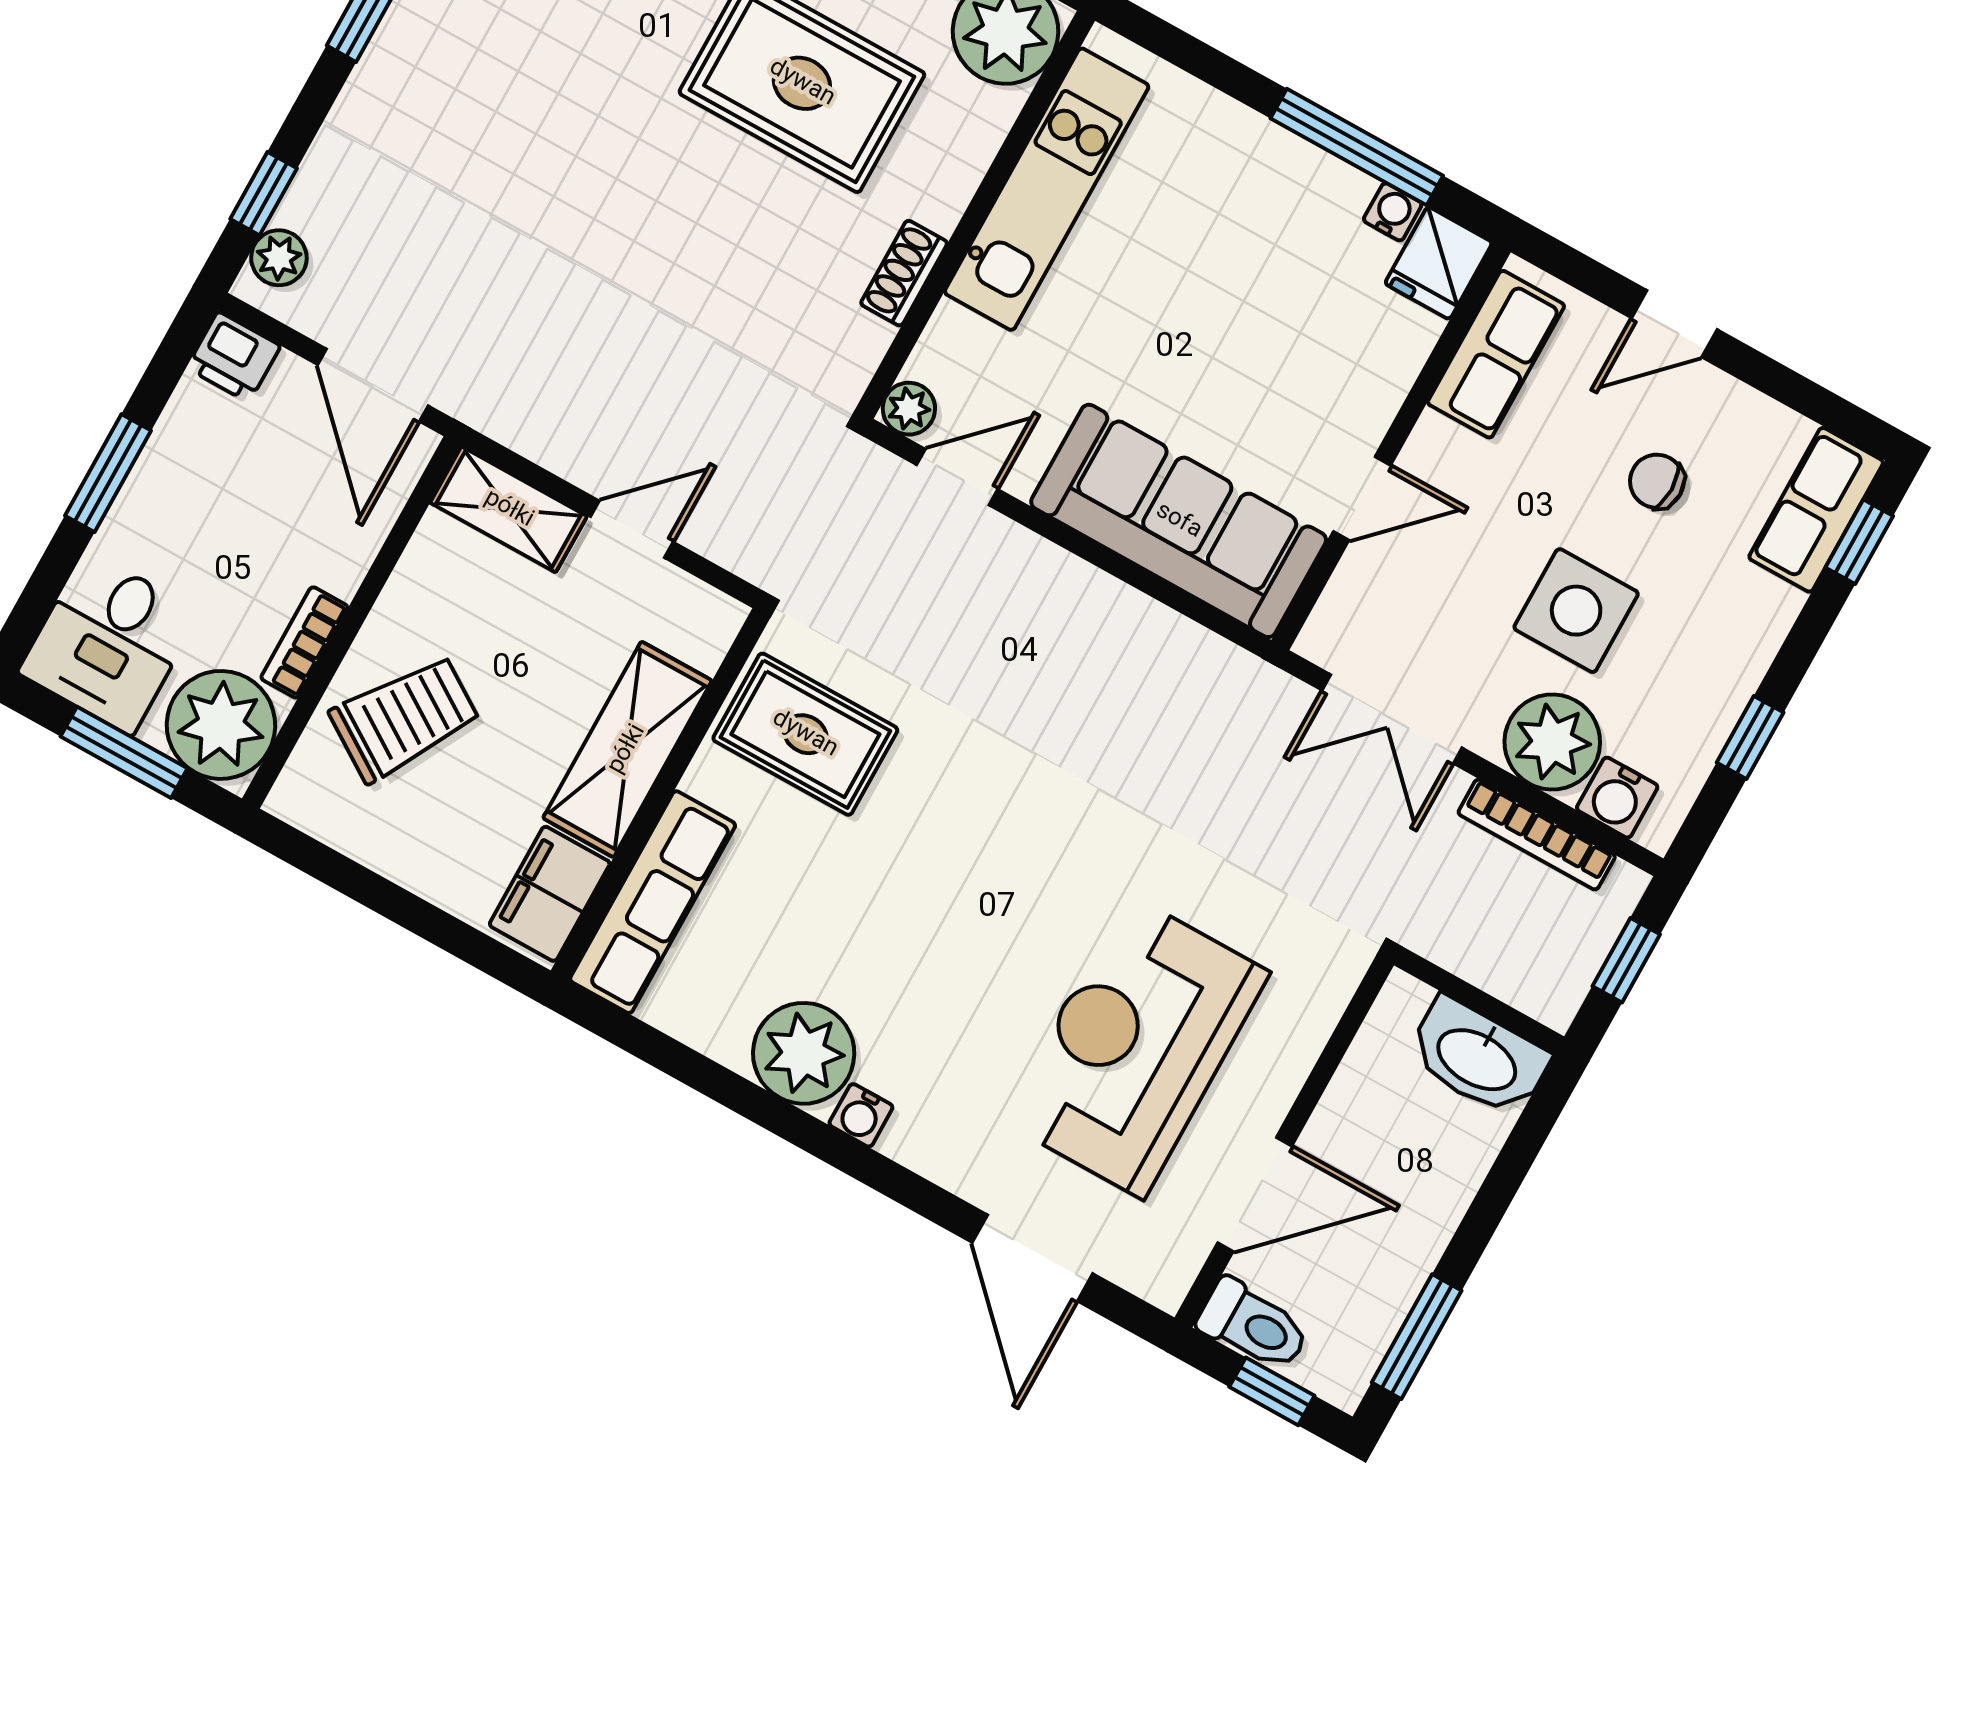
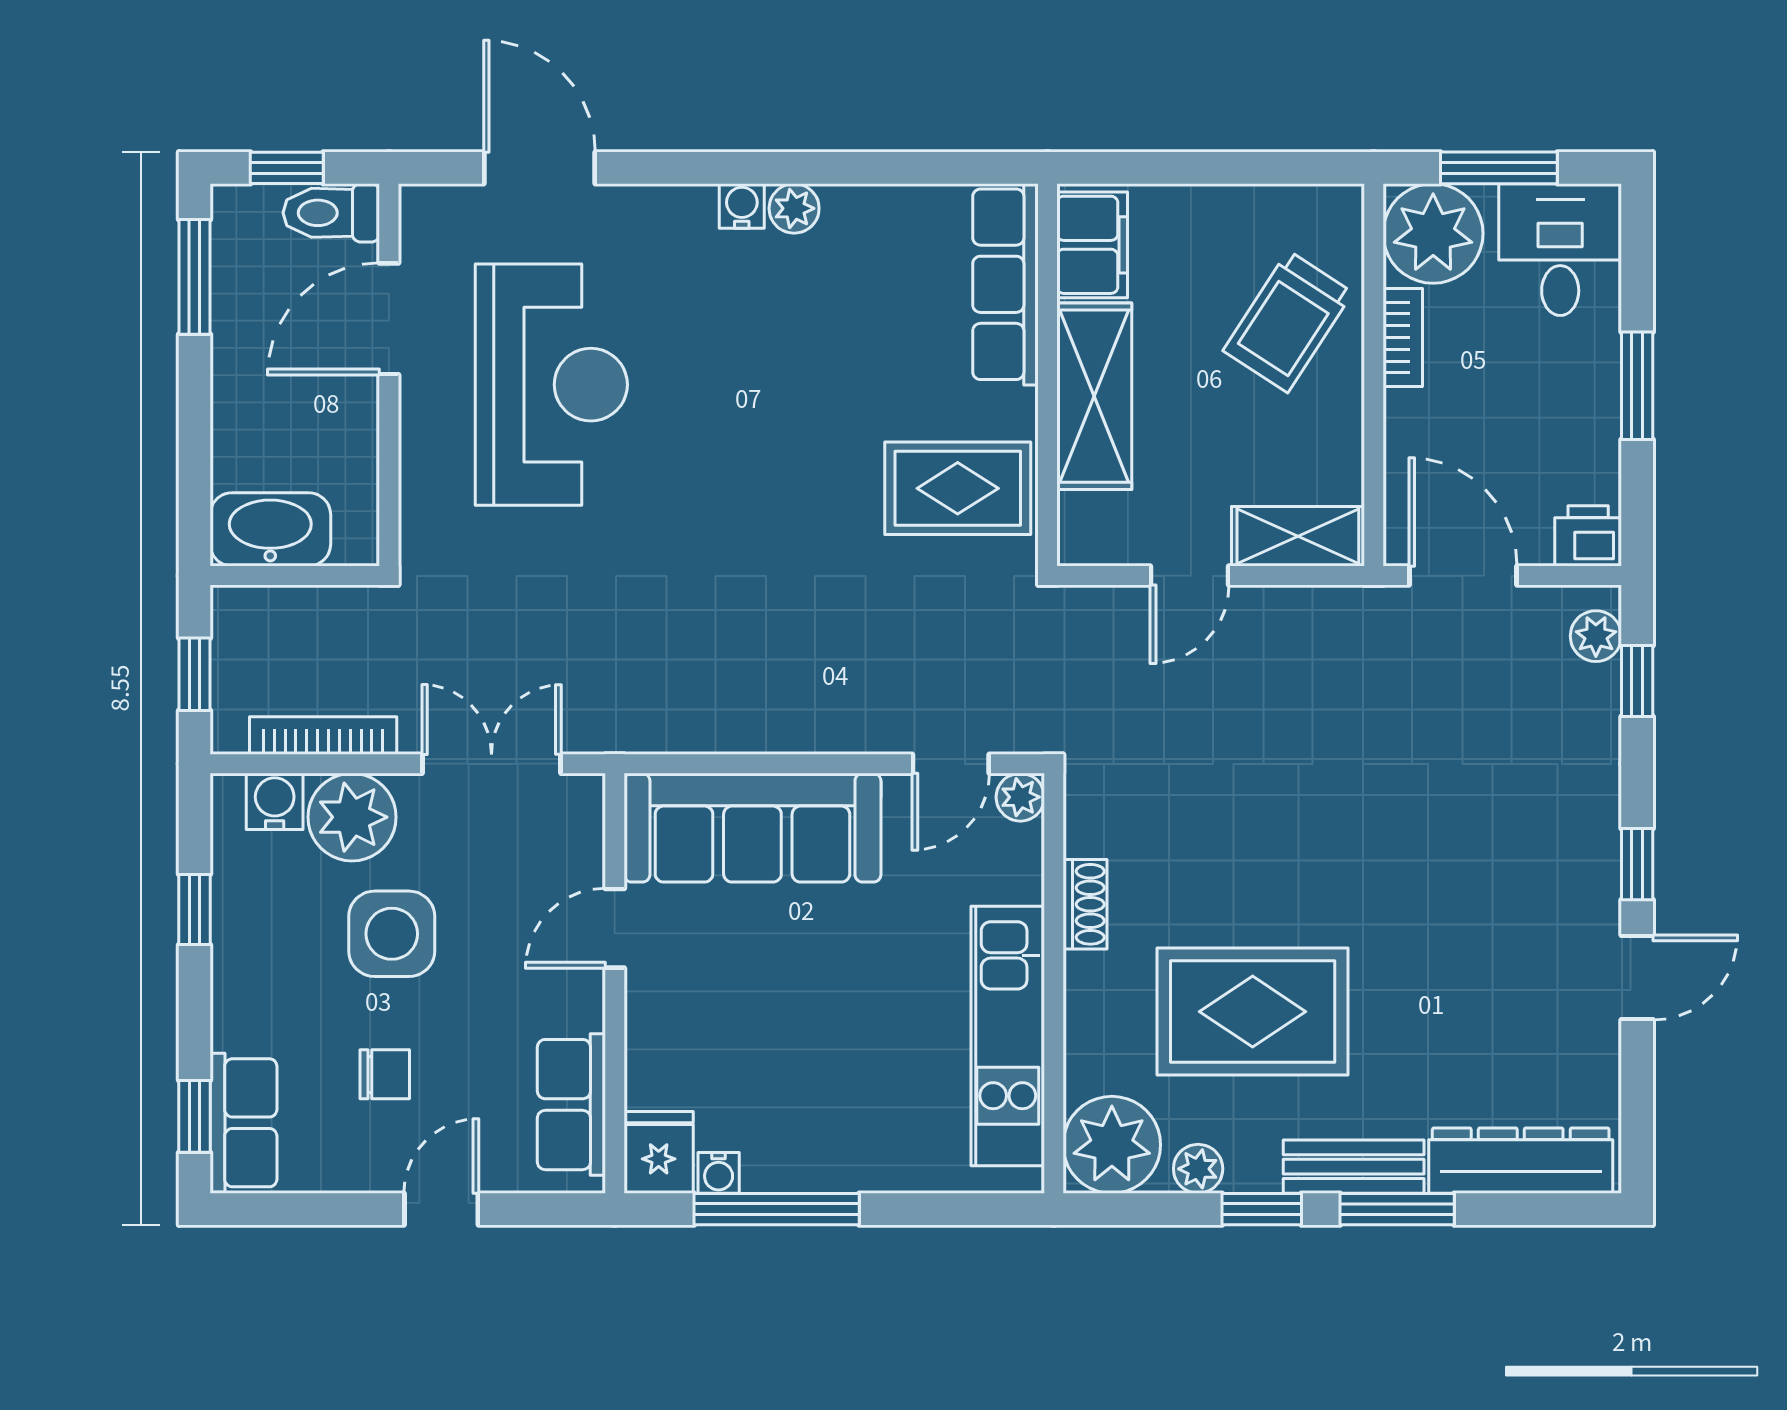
plant: (804, 1053) -> (794, 208), width x0.53, depth x0.53

